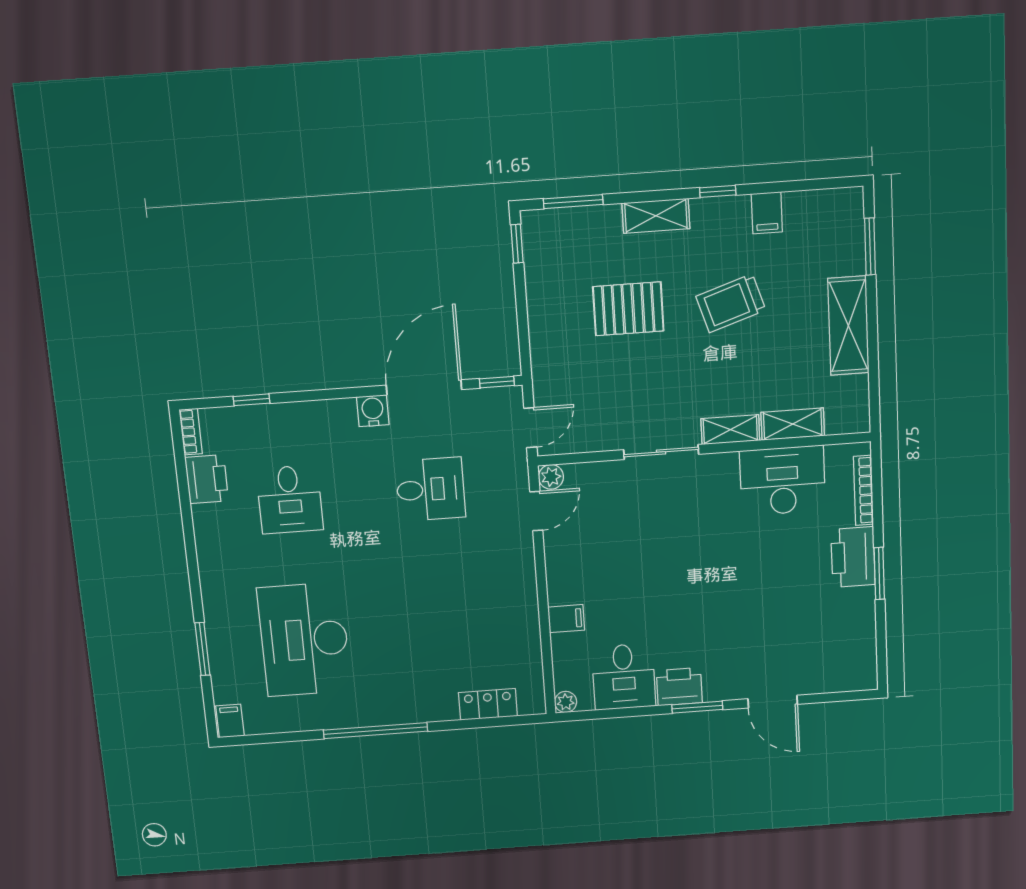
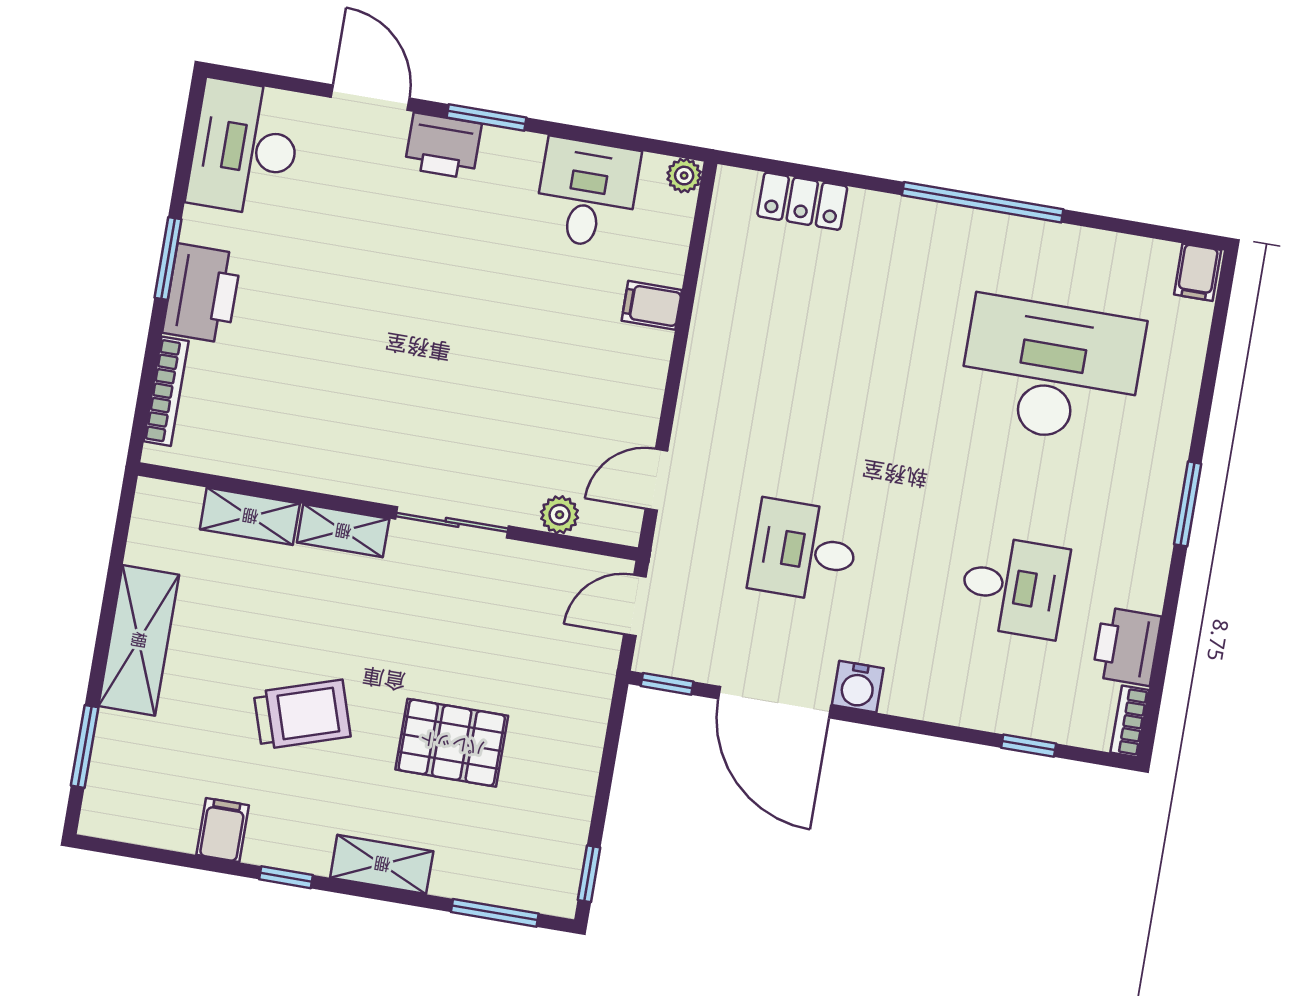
door: (424, 387) -> (775, 702), hinge flipped
plant: (551, 477) -> (560, 515), moved
desk: (783, 481) -> (245, 148), moved, turned 90
desk: (290, 499) -> (1014, 587), turned 90
desk: (304, 640) -> (1051, 370), turned -90
window: (203, 649) -> (1188, 504), moved
printer: (679, 687) -> (443, 146), moved

